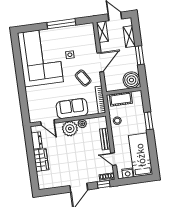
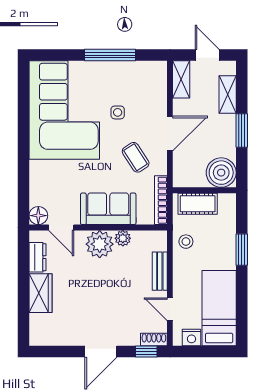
floor lamp: (34, 118) -> (38, 216), added

